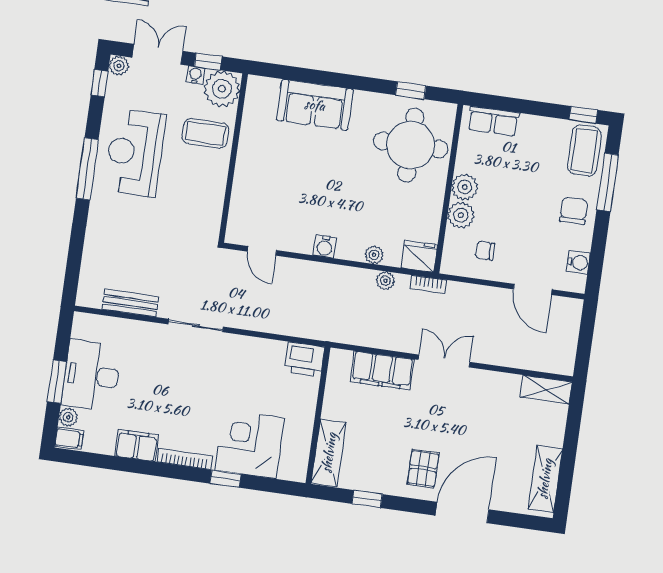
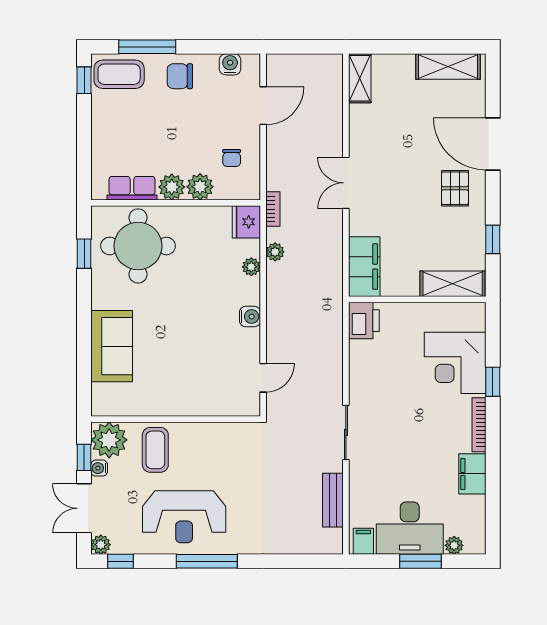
row of seats: (493, 121) -> (132, 188), moved, turned -90
filing cabinet: (382, 371) -> (364, 267), moved
filing cabinet: (69, 438) -> (363, 541), moved
pallet: (423, 469) -> (455, 188), turned 90

